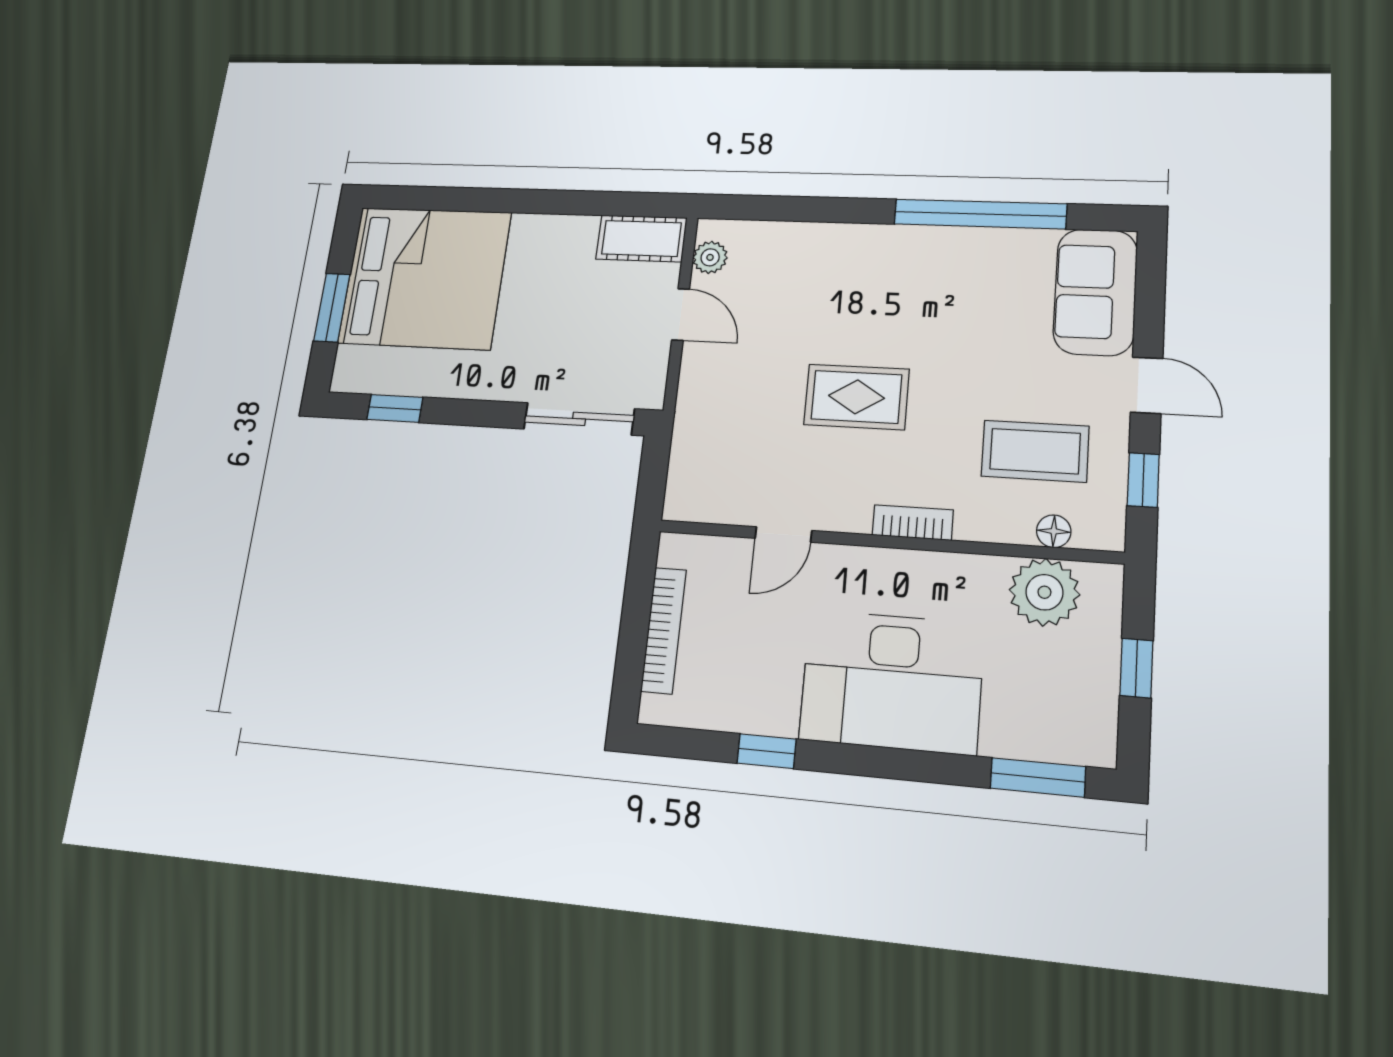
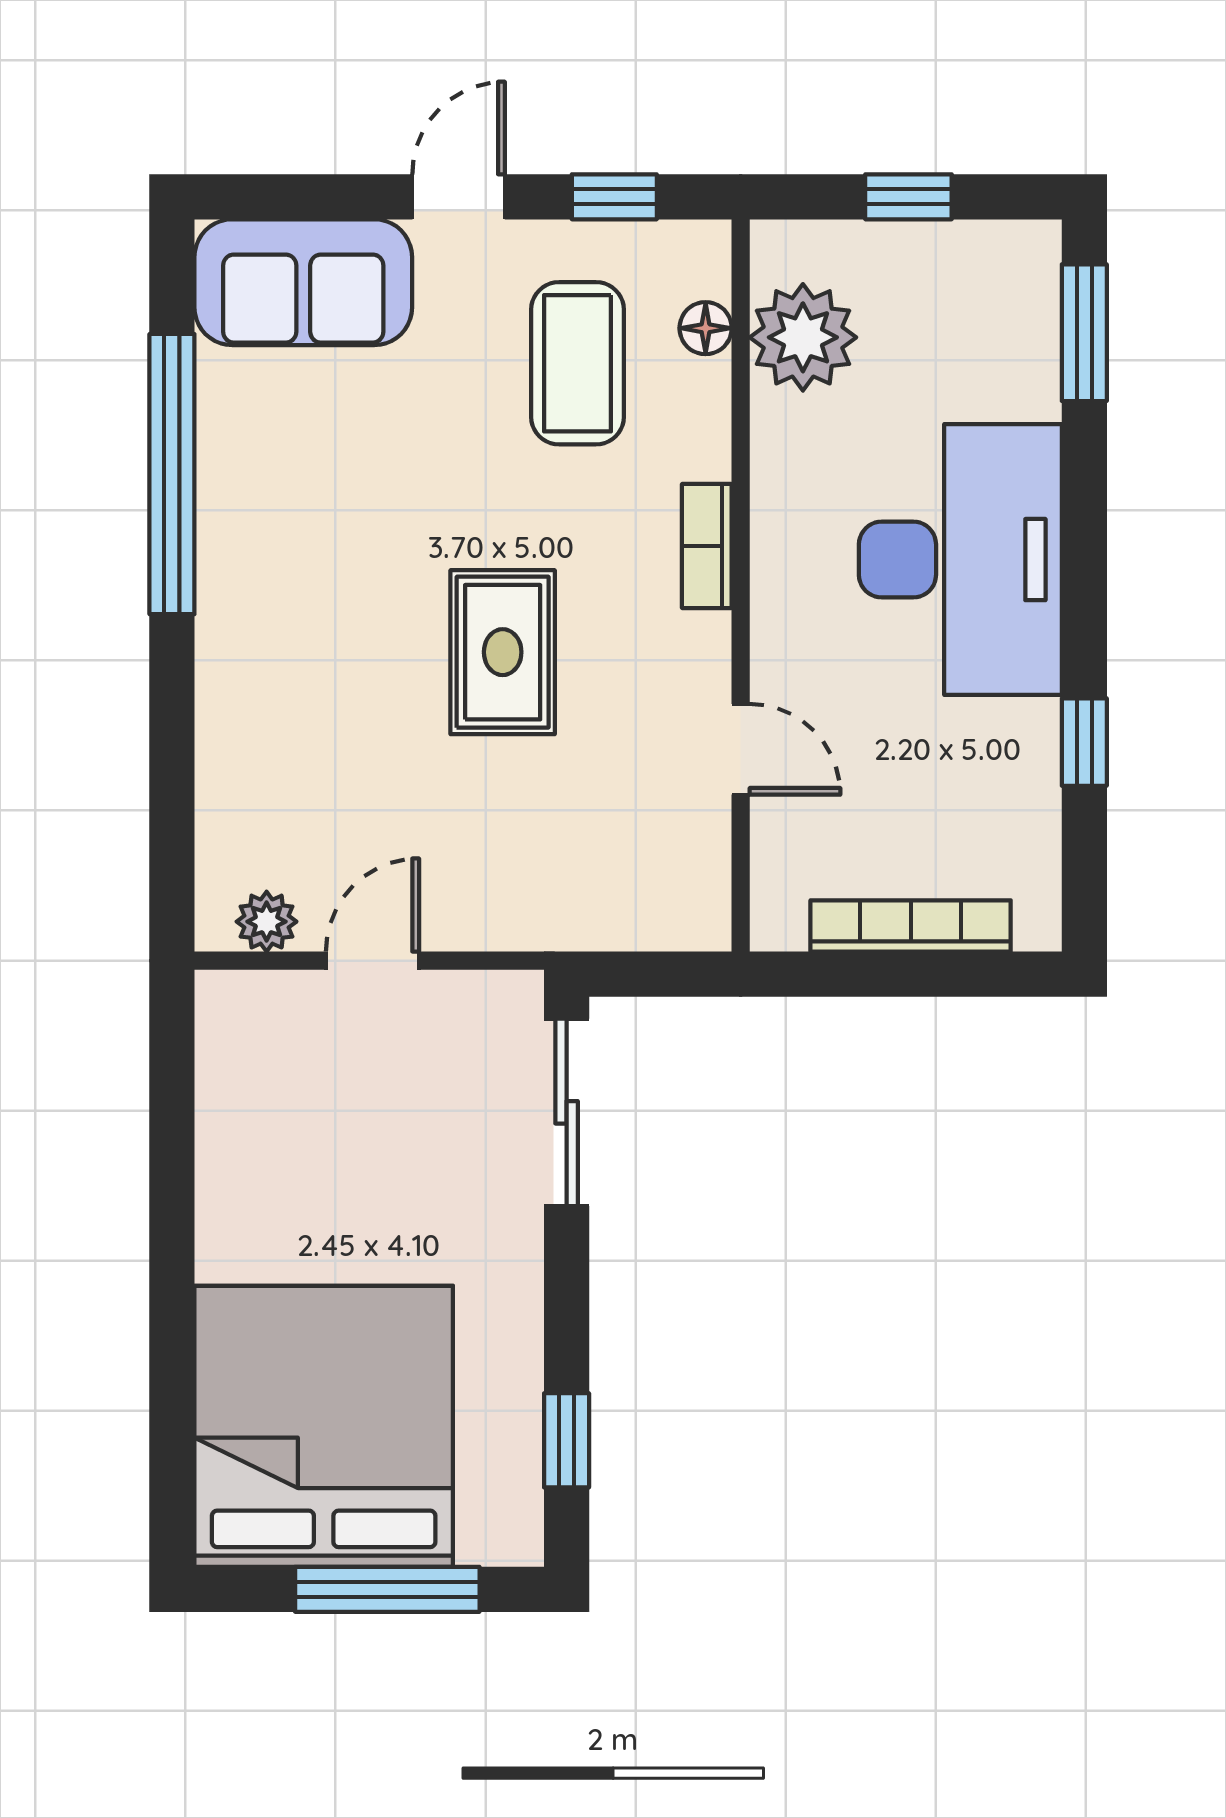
cot: (641, 238) -> (236, 1046), removed
window: (332, 308) -> (387, 1589), width x1.44

